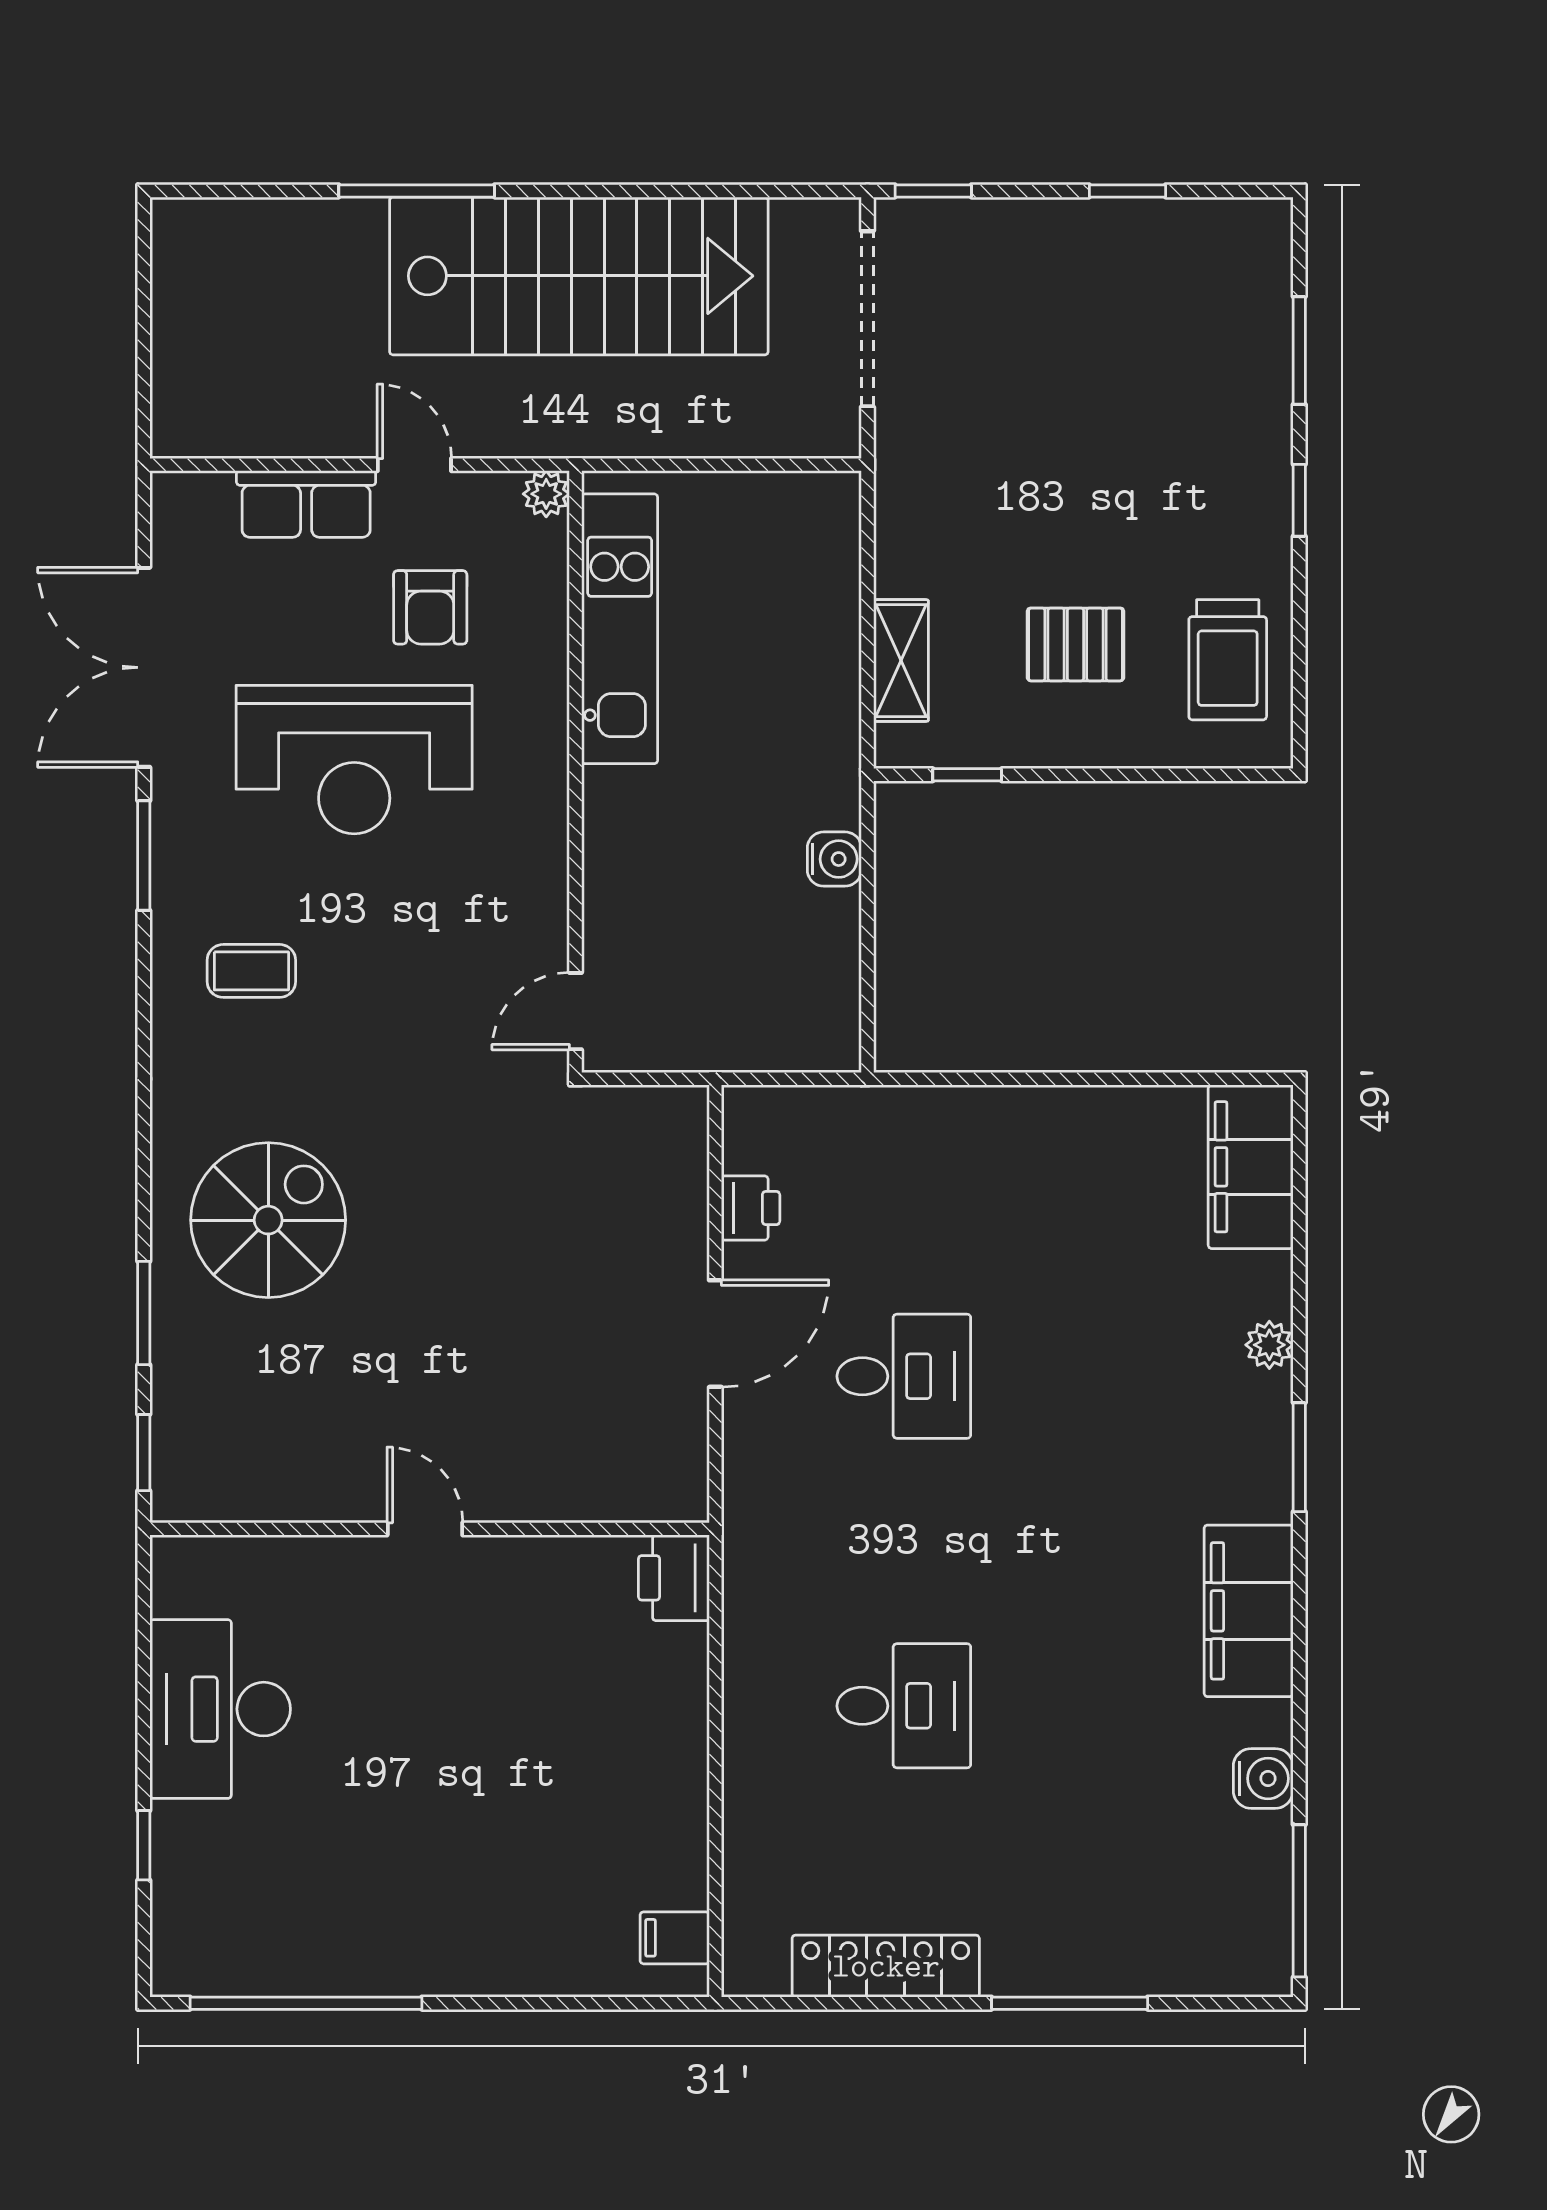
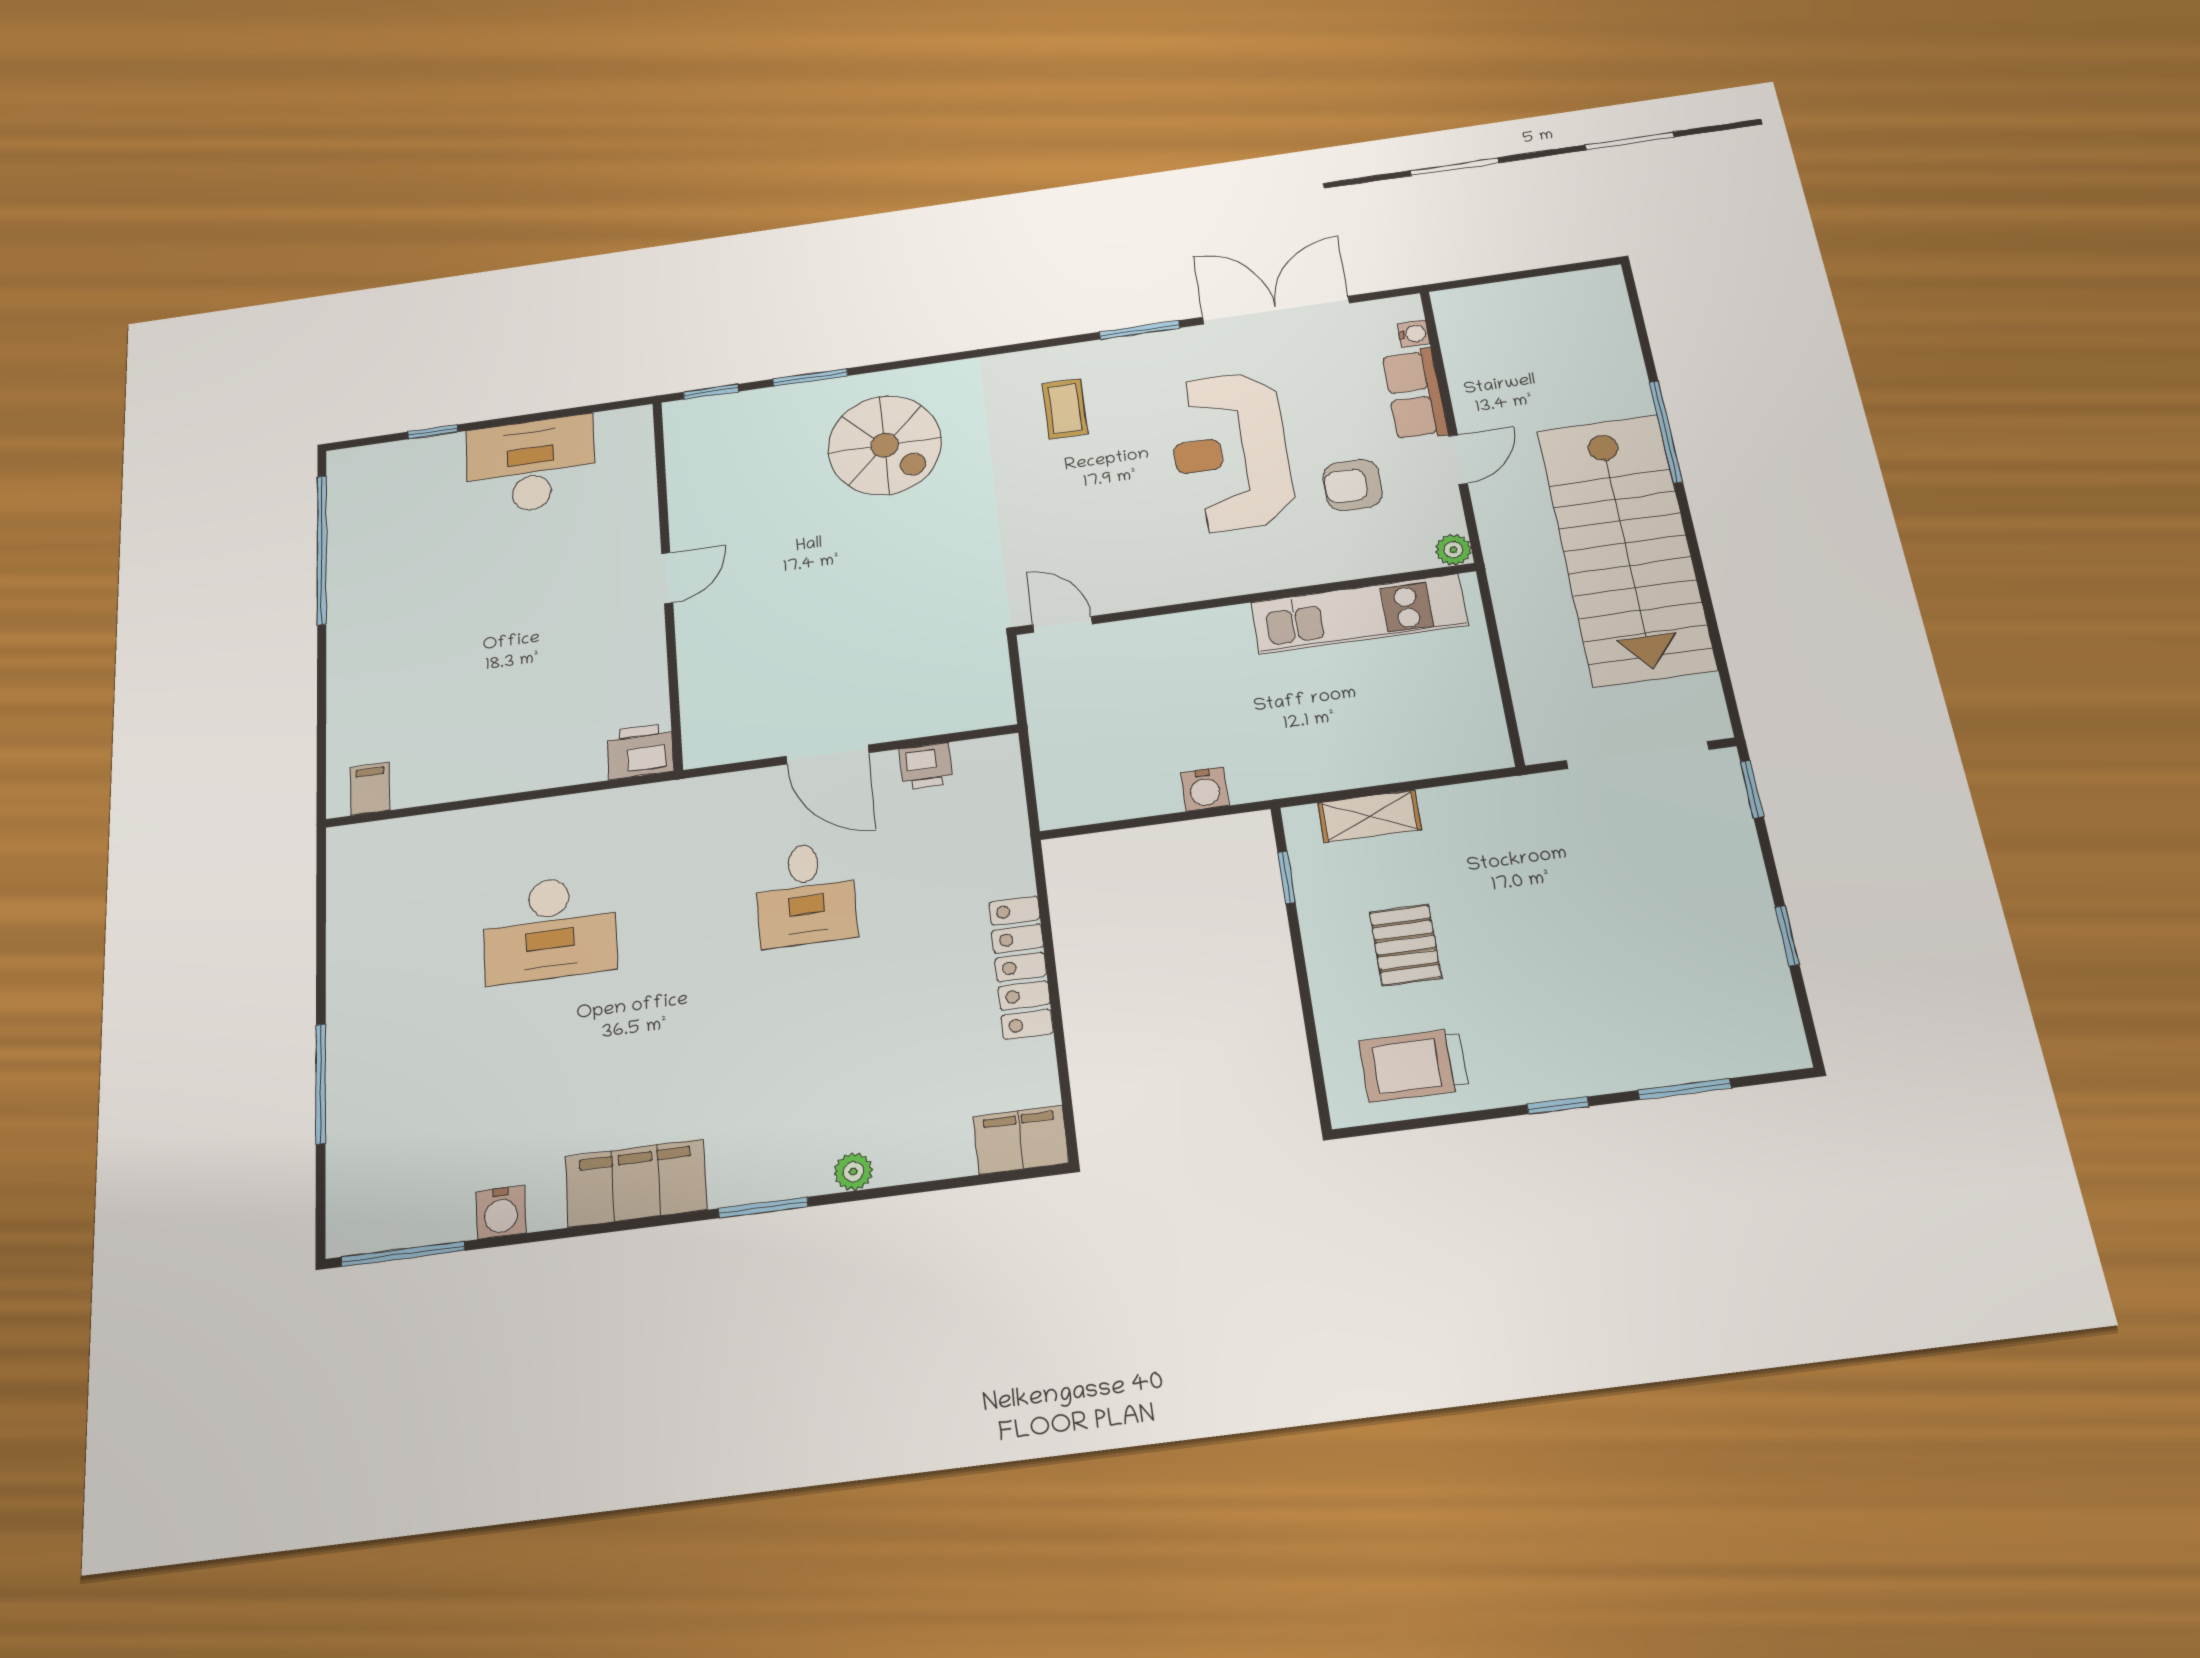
water cooler: (212, 490) -> (1413, 334), added
filing cabinet: (1251, 1167) -> (1021, 1140), width x0.67, depth x0.86
desk: (904, 1706) -> (550, 929), width x1.37
locker: (886, 1966) -> (1021, 967), moved, turned 180

